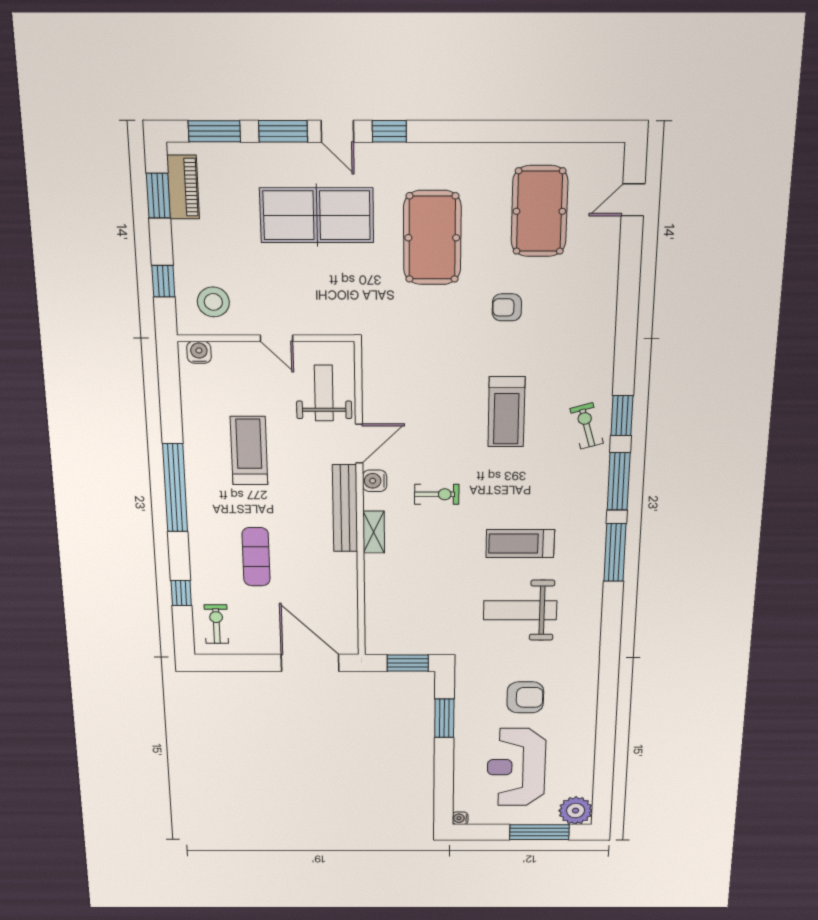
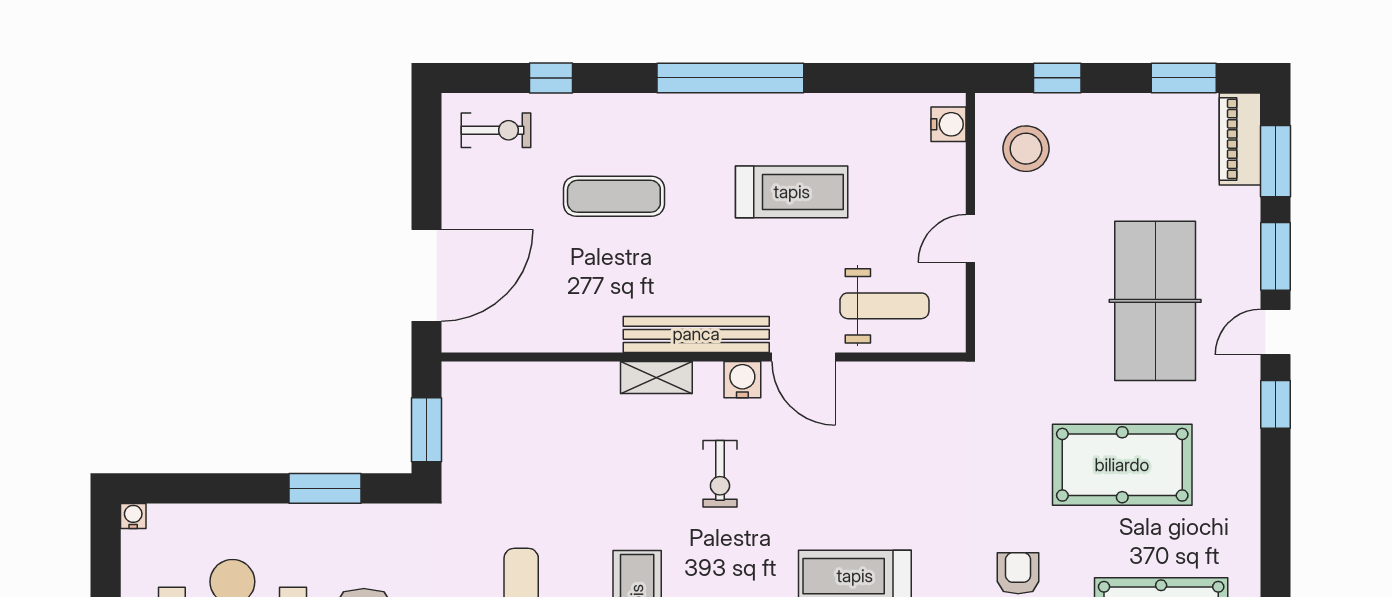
piano: (183, 187) -> (1240, 139), moved, turned 90

